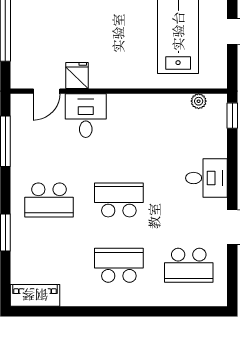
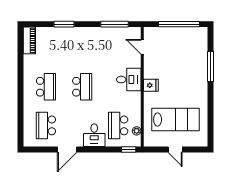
fridge: (77, 76) -> (151, 85), moved
desk: (86, 116) -> (129, 80), moved
school desk: (49, 200) -> (118, 125), moved

